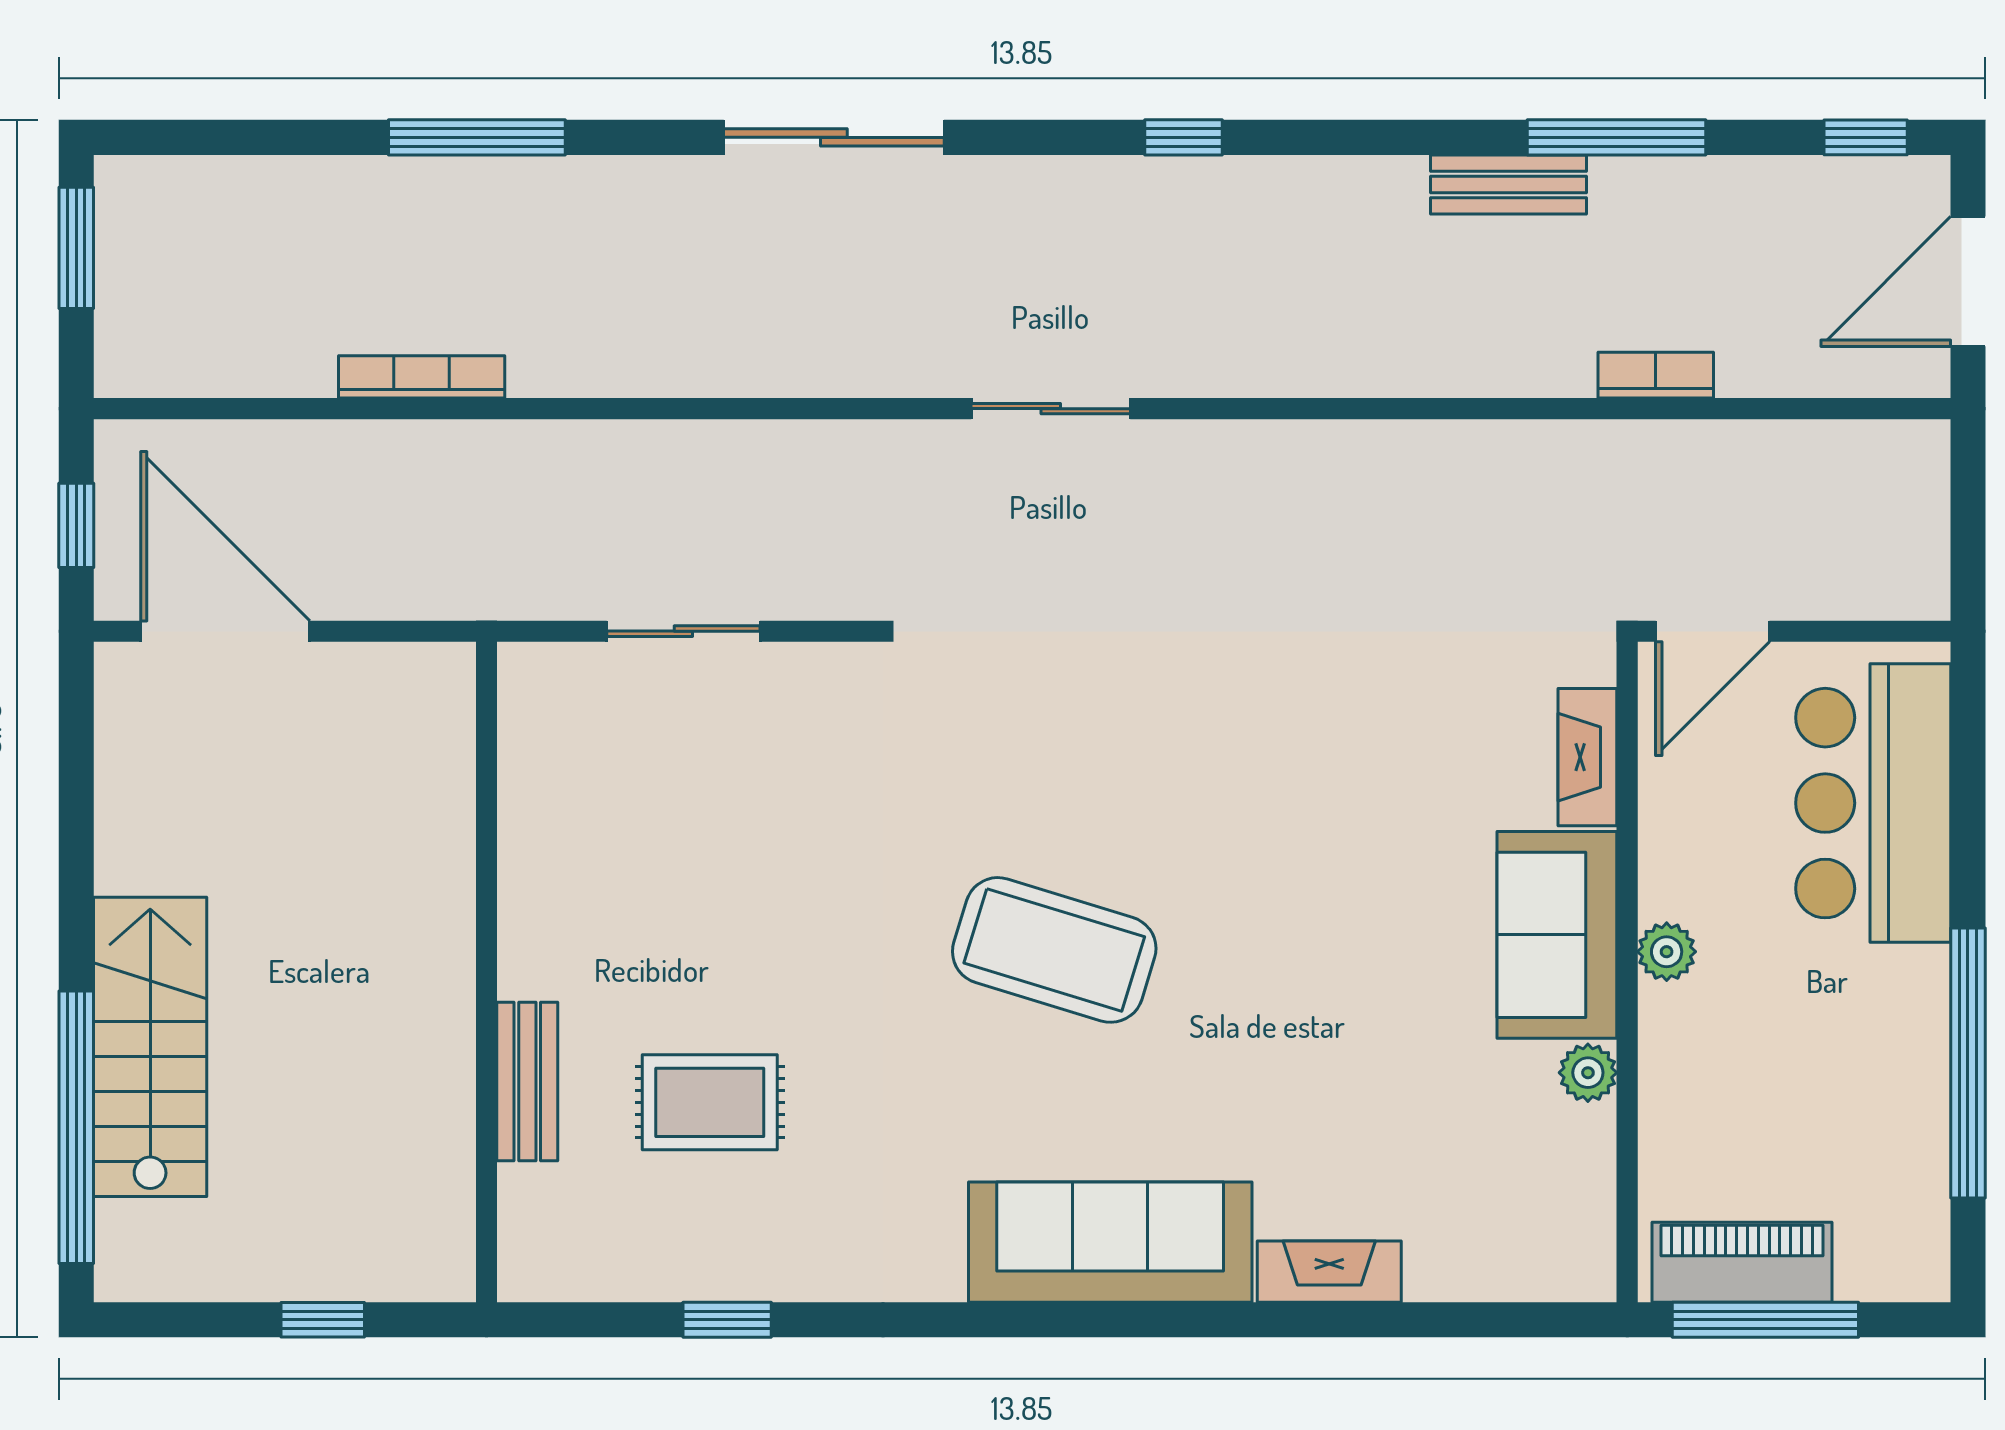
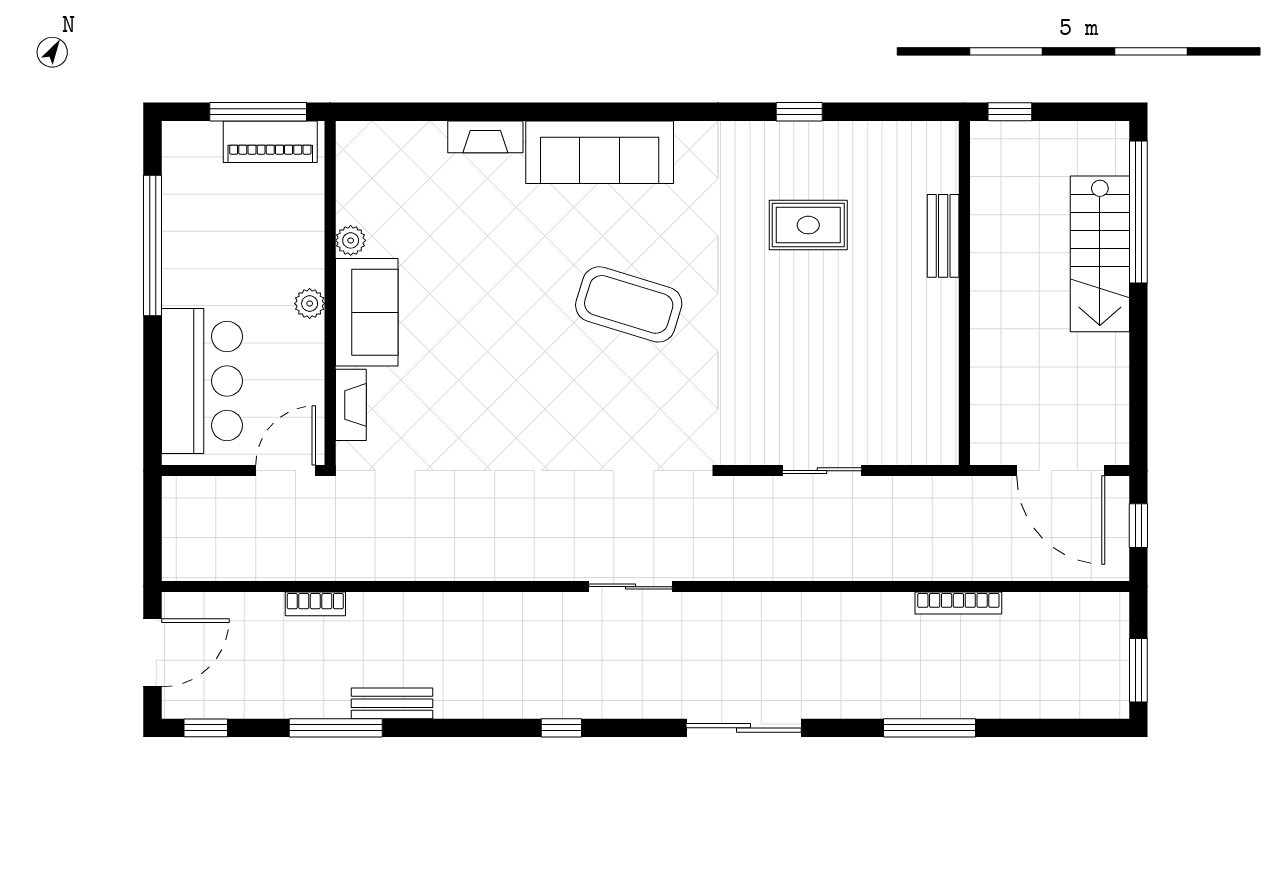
wall: (487, 972) -> (964, 293), moved
bench: (527, 1082) -> (943, 236), moved

